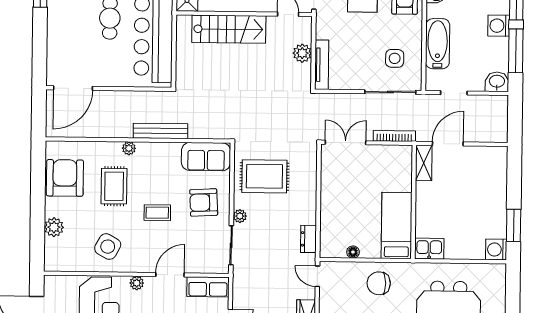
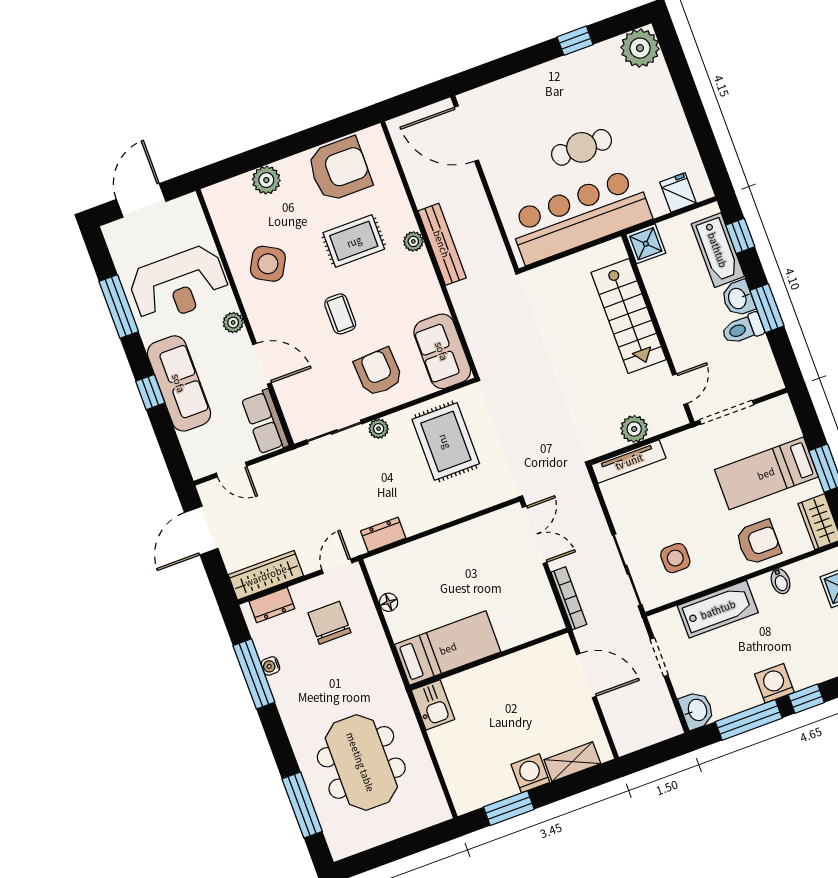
bench: (160, 131) -> (442, 244), moved
shelving: (424, 163) -> (572, 762), moved
washing machine: (496, 250) -> (530, 773), moved
chair: (379, 283) -> (329, 623), moved

